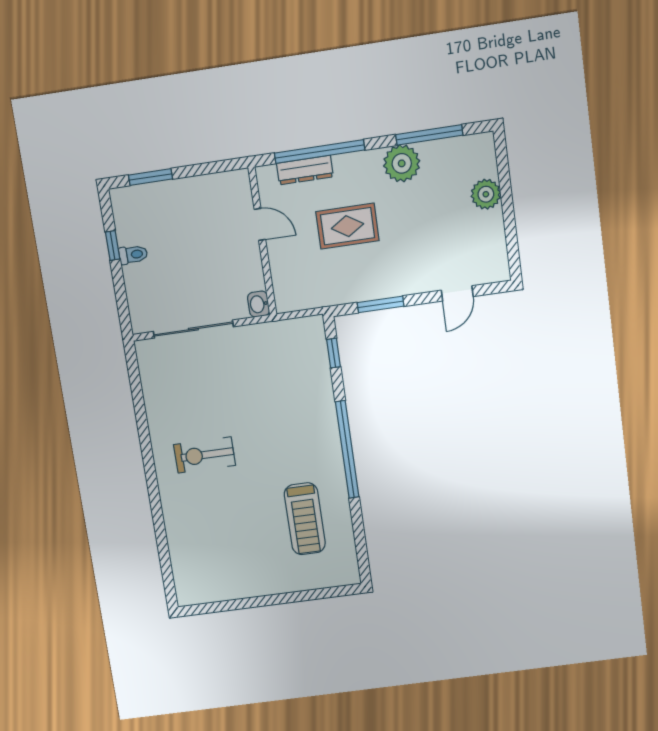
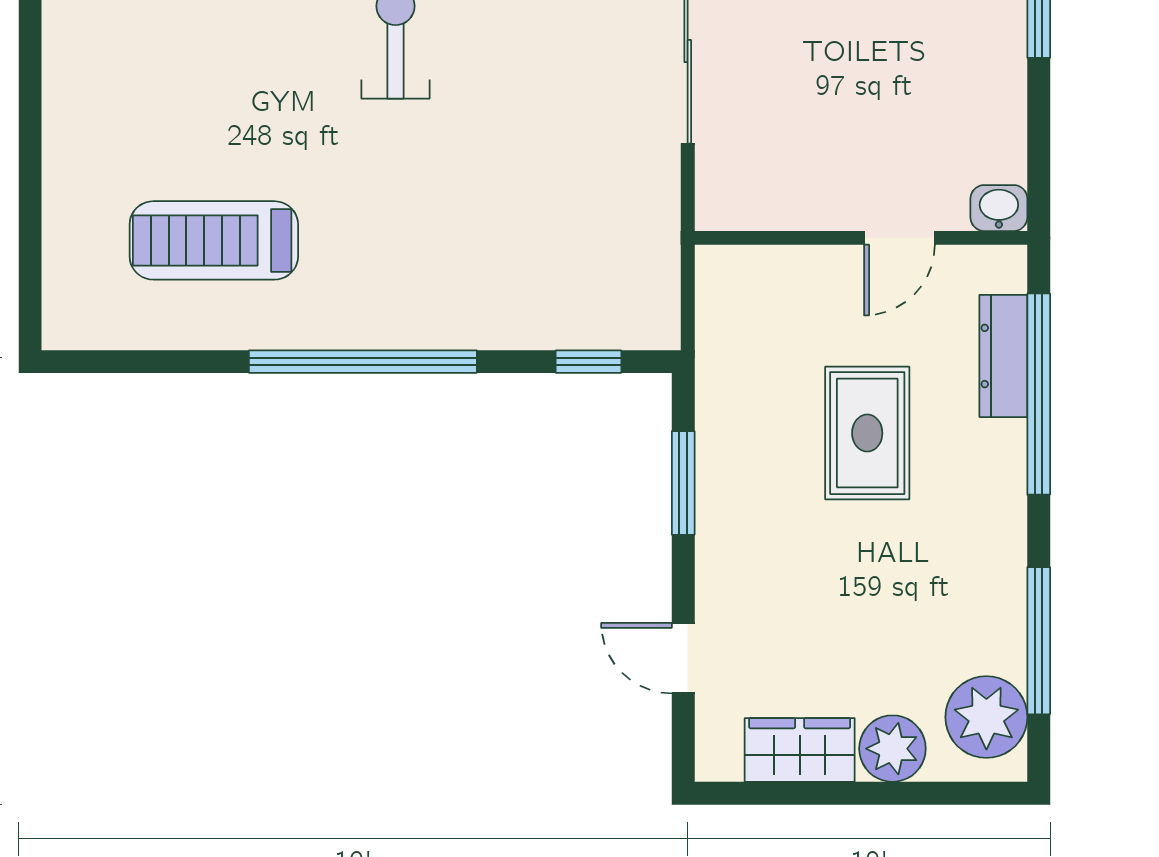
plant: (402, 163) -> (986, 717), moved
wardrobe: (492, 236) -> (800, 750), added
washbasin: (259, 304) -> (999, 208), moved

